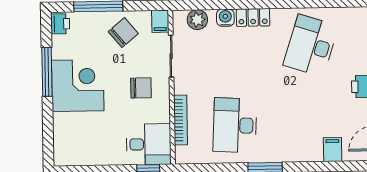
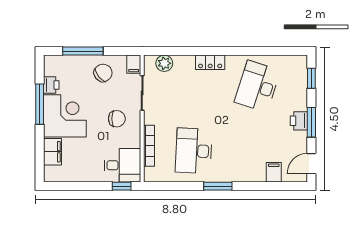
water cooler: (225, 18) -> (187, 62), removed
printer: (60, 24) -> (51, 85), moved
filing cabinet: (64, 129) -> (53, 152), added

